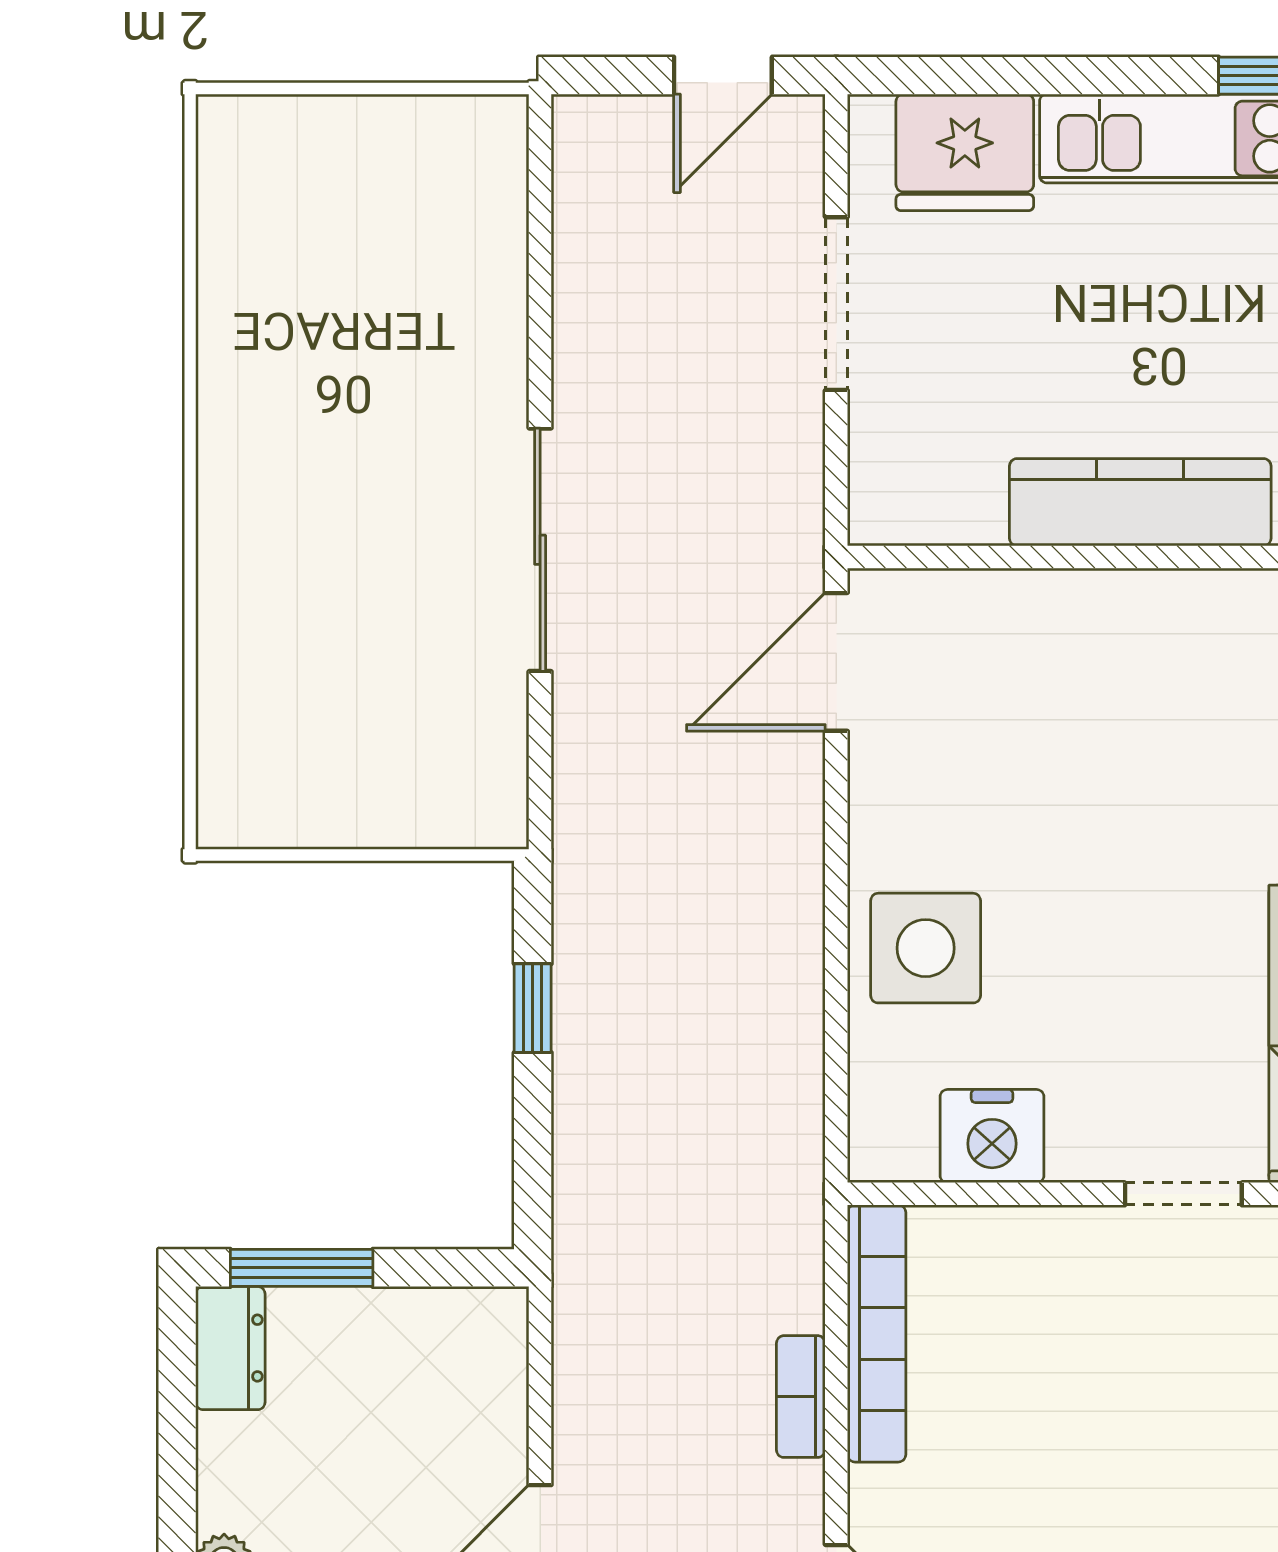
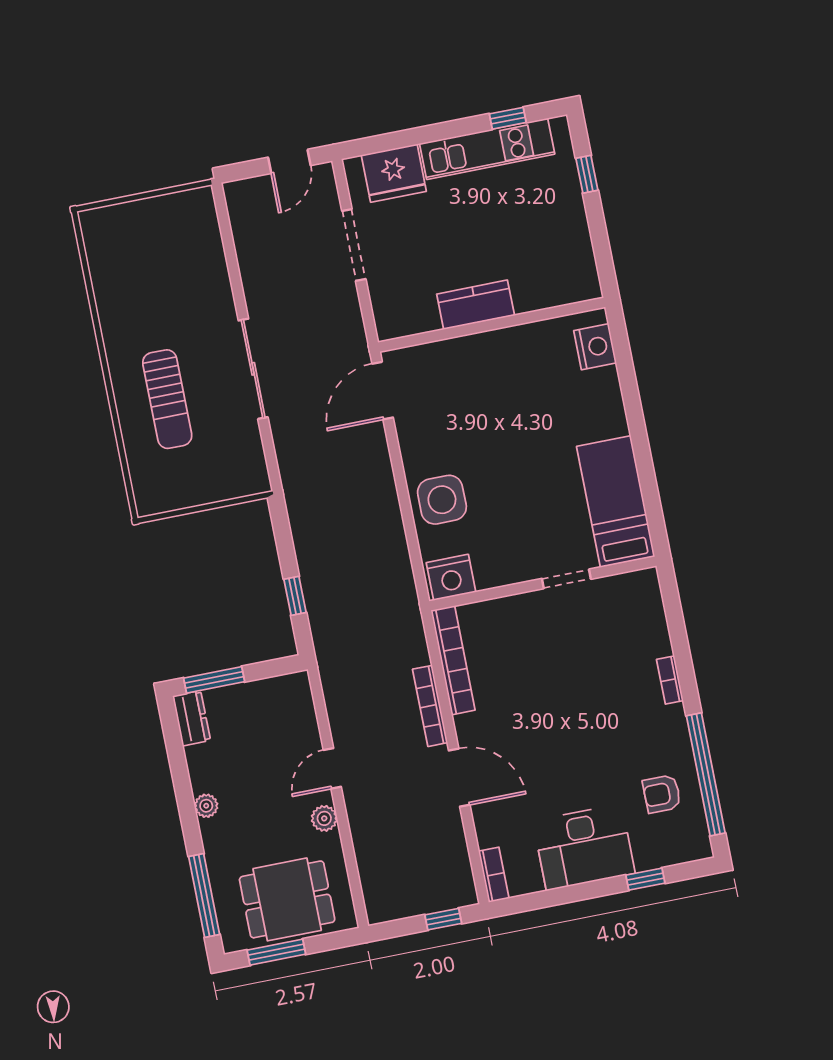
kitchen counter: (1140, 502) -> (476, 305), width x0.67
sun lounger: (322, 581) -> (167, 399), added
window: (533, 1008) -> (295, 596), moved
nightstand: (992, 1136) -> (451, 577), moved
bookcase: (801, 1397) -> (430, 706), width x1.56

